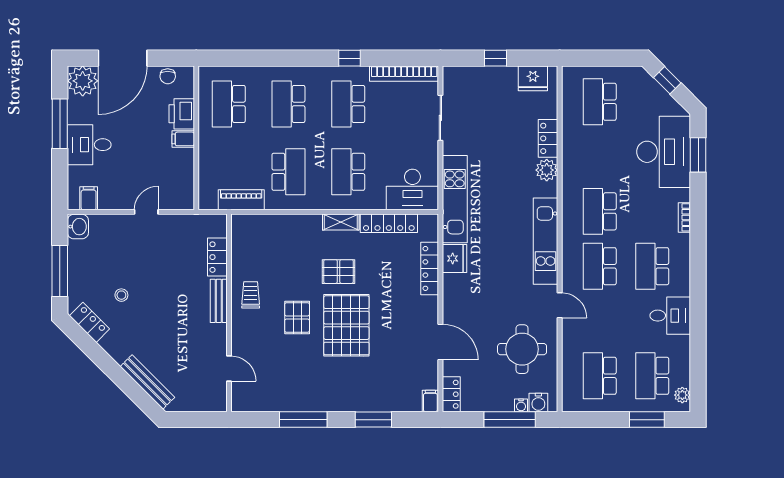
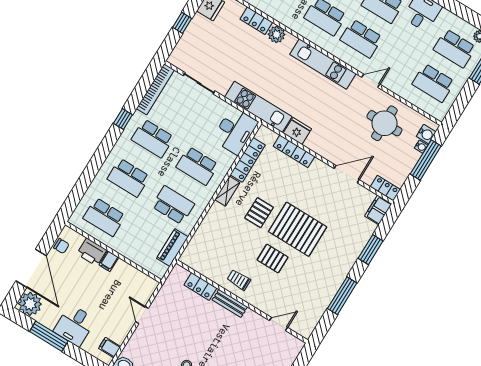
filing cabinet: (430, 401) -> (378, 210), width x2.00

